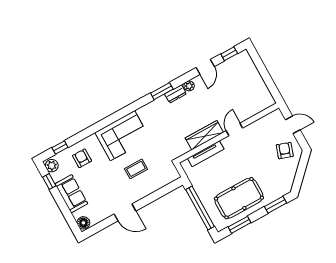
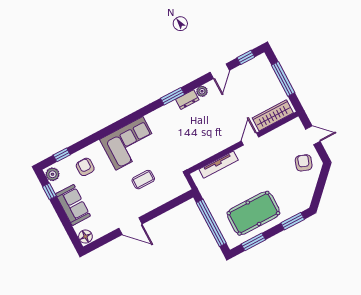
window: (264, 73) -> (283, 79), added
wardrobe: (204, 135) -> (273, 115), moved

